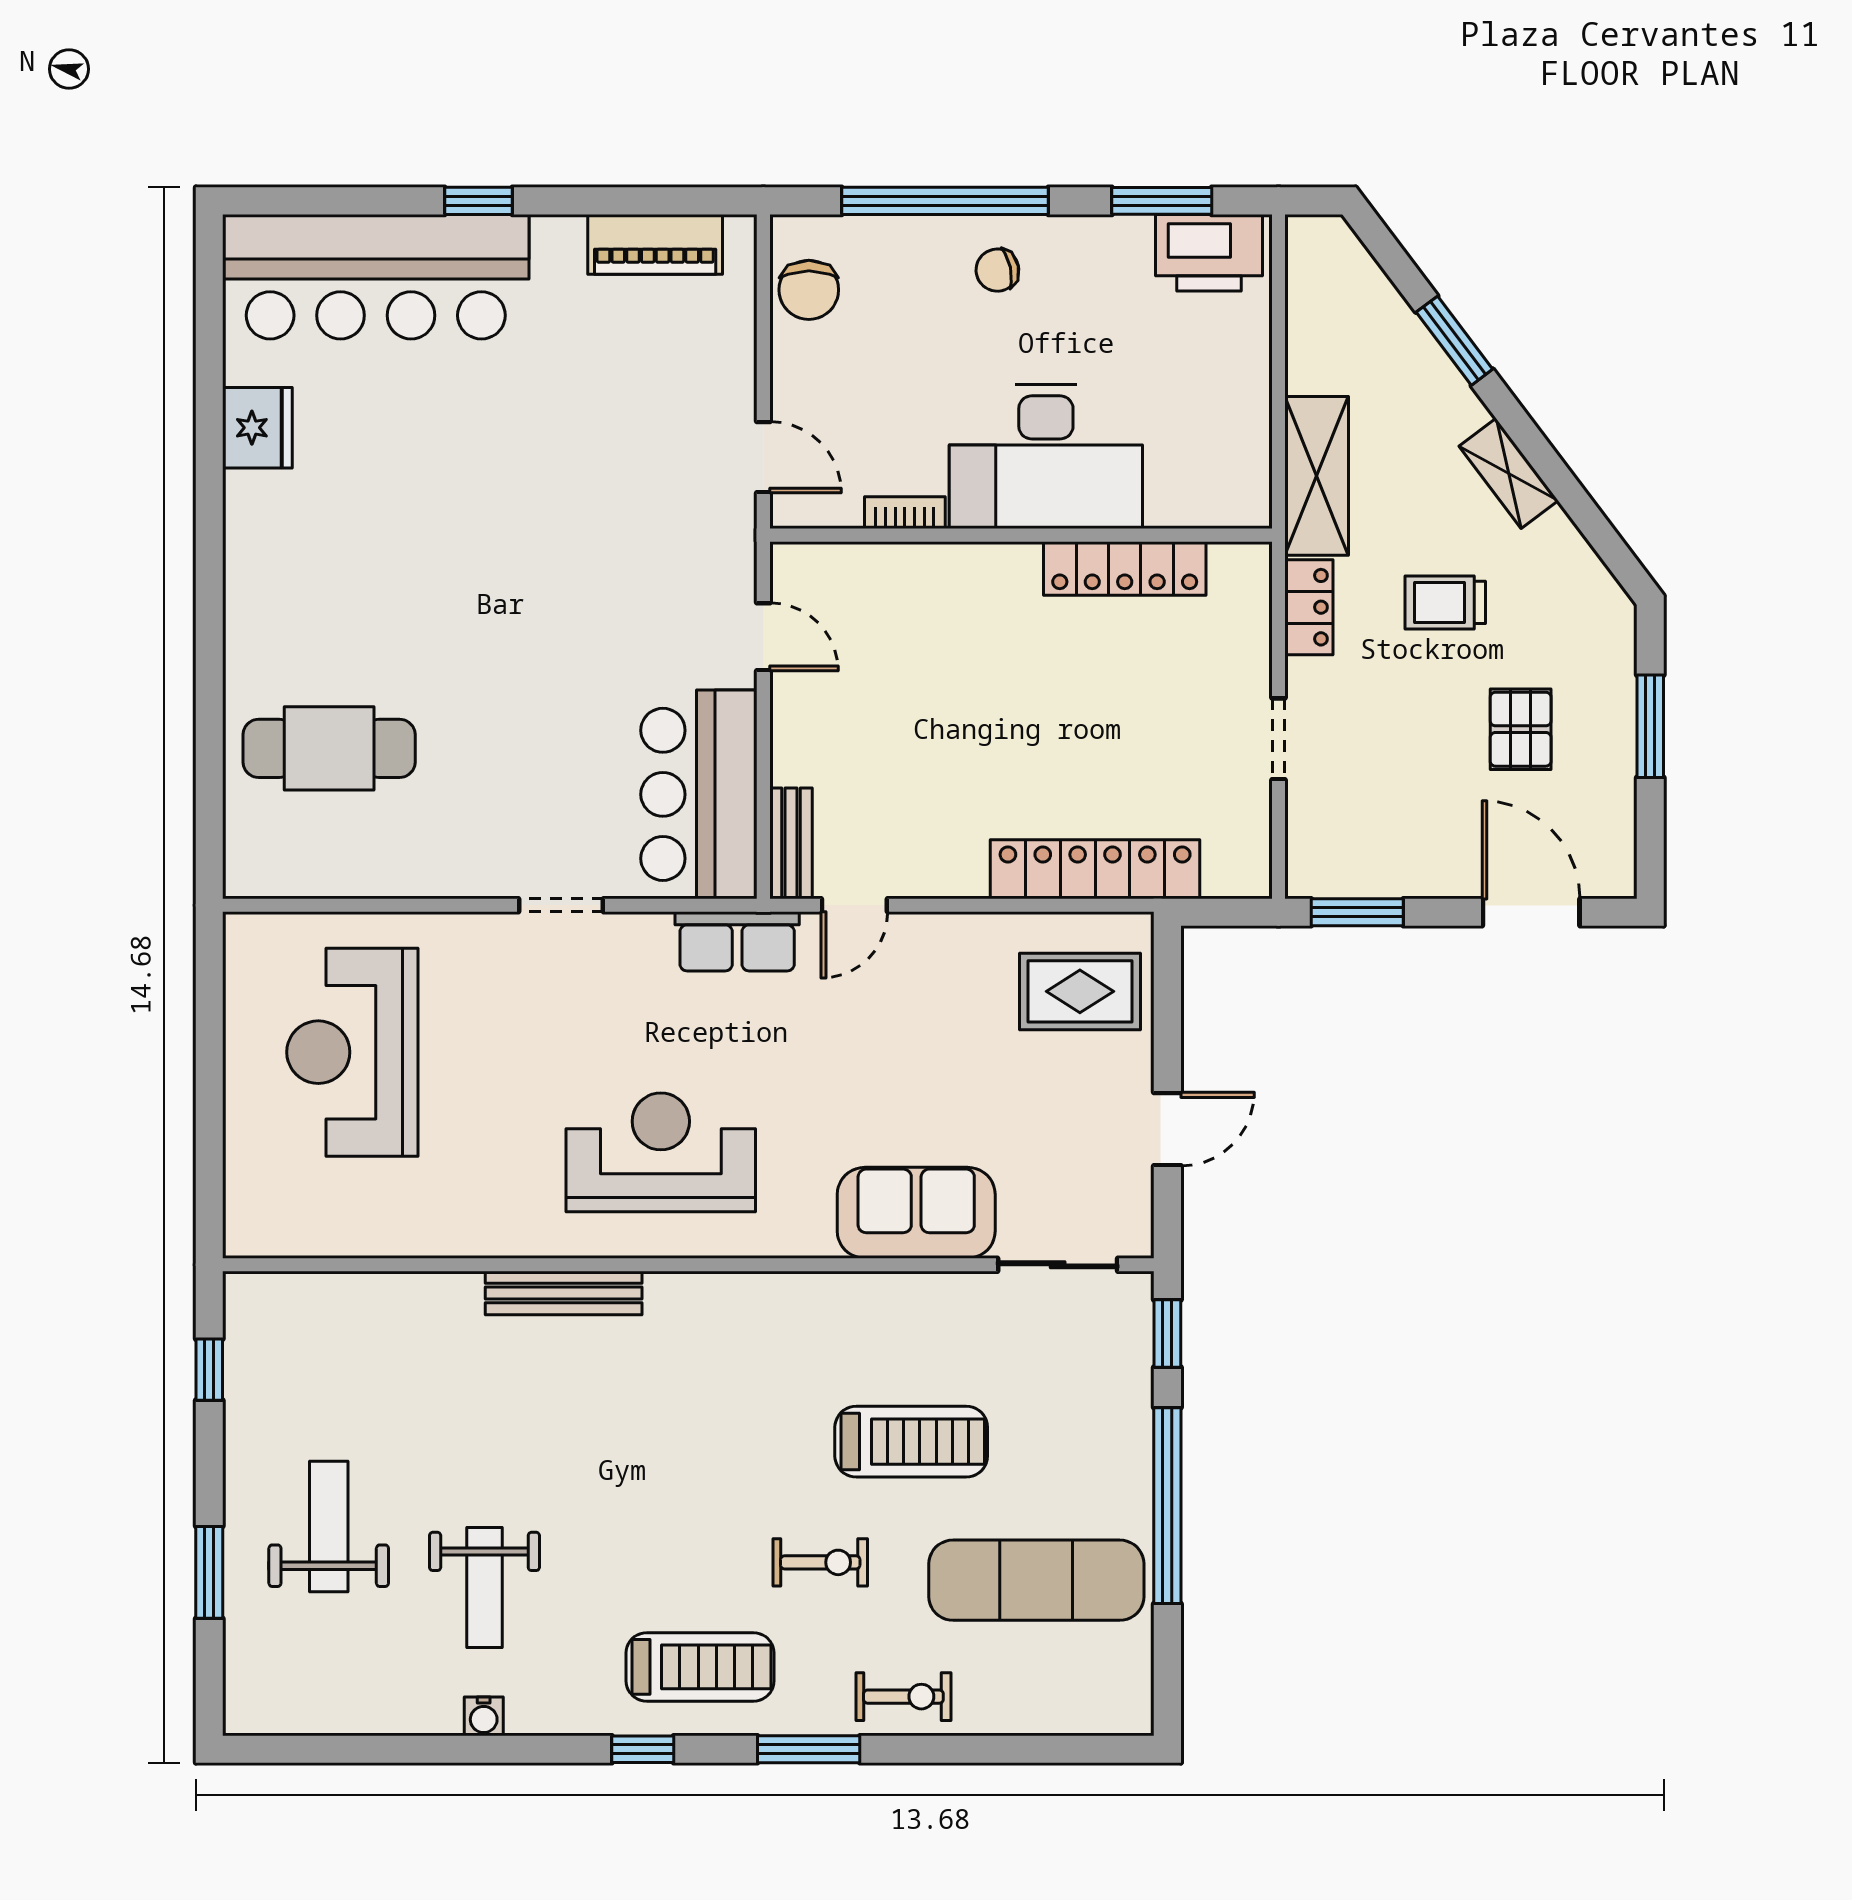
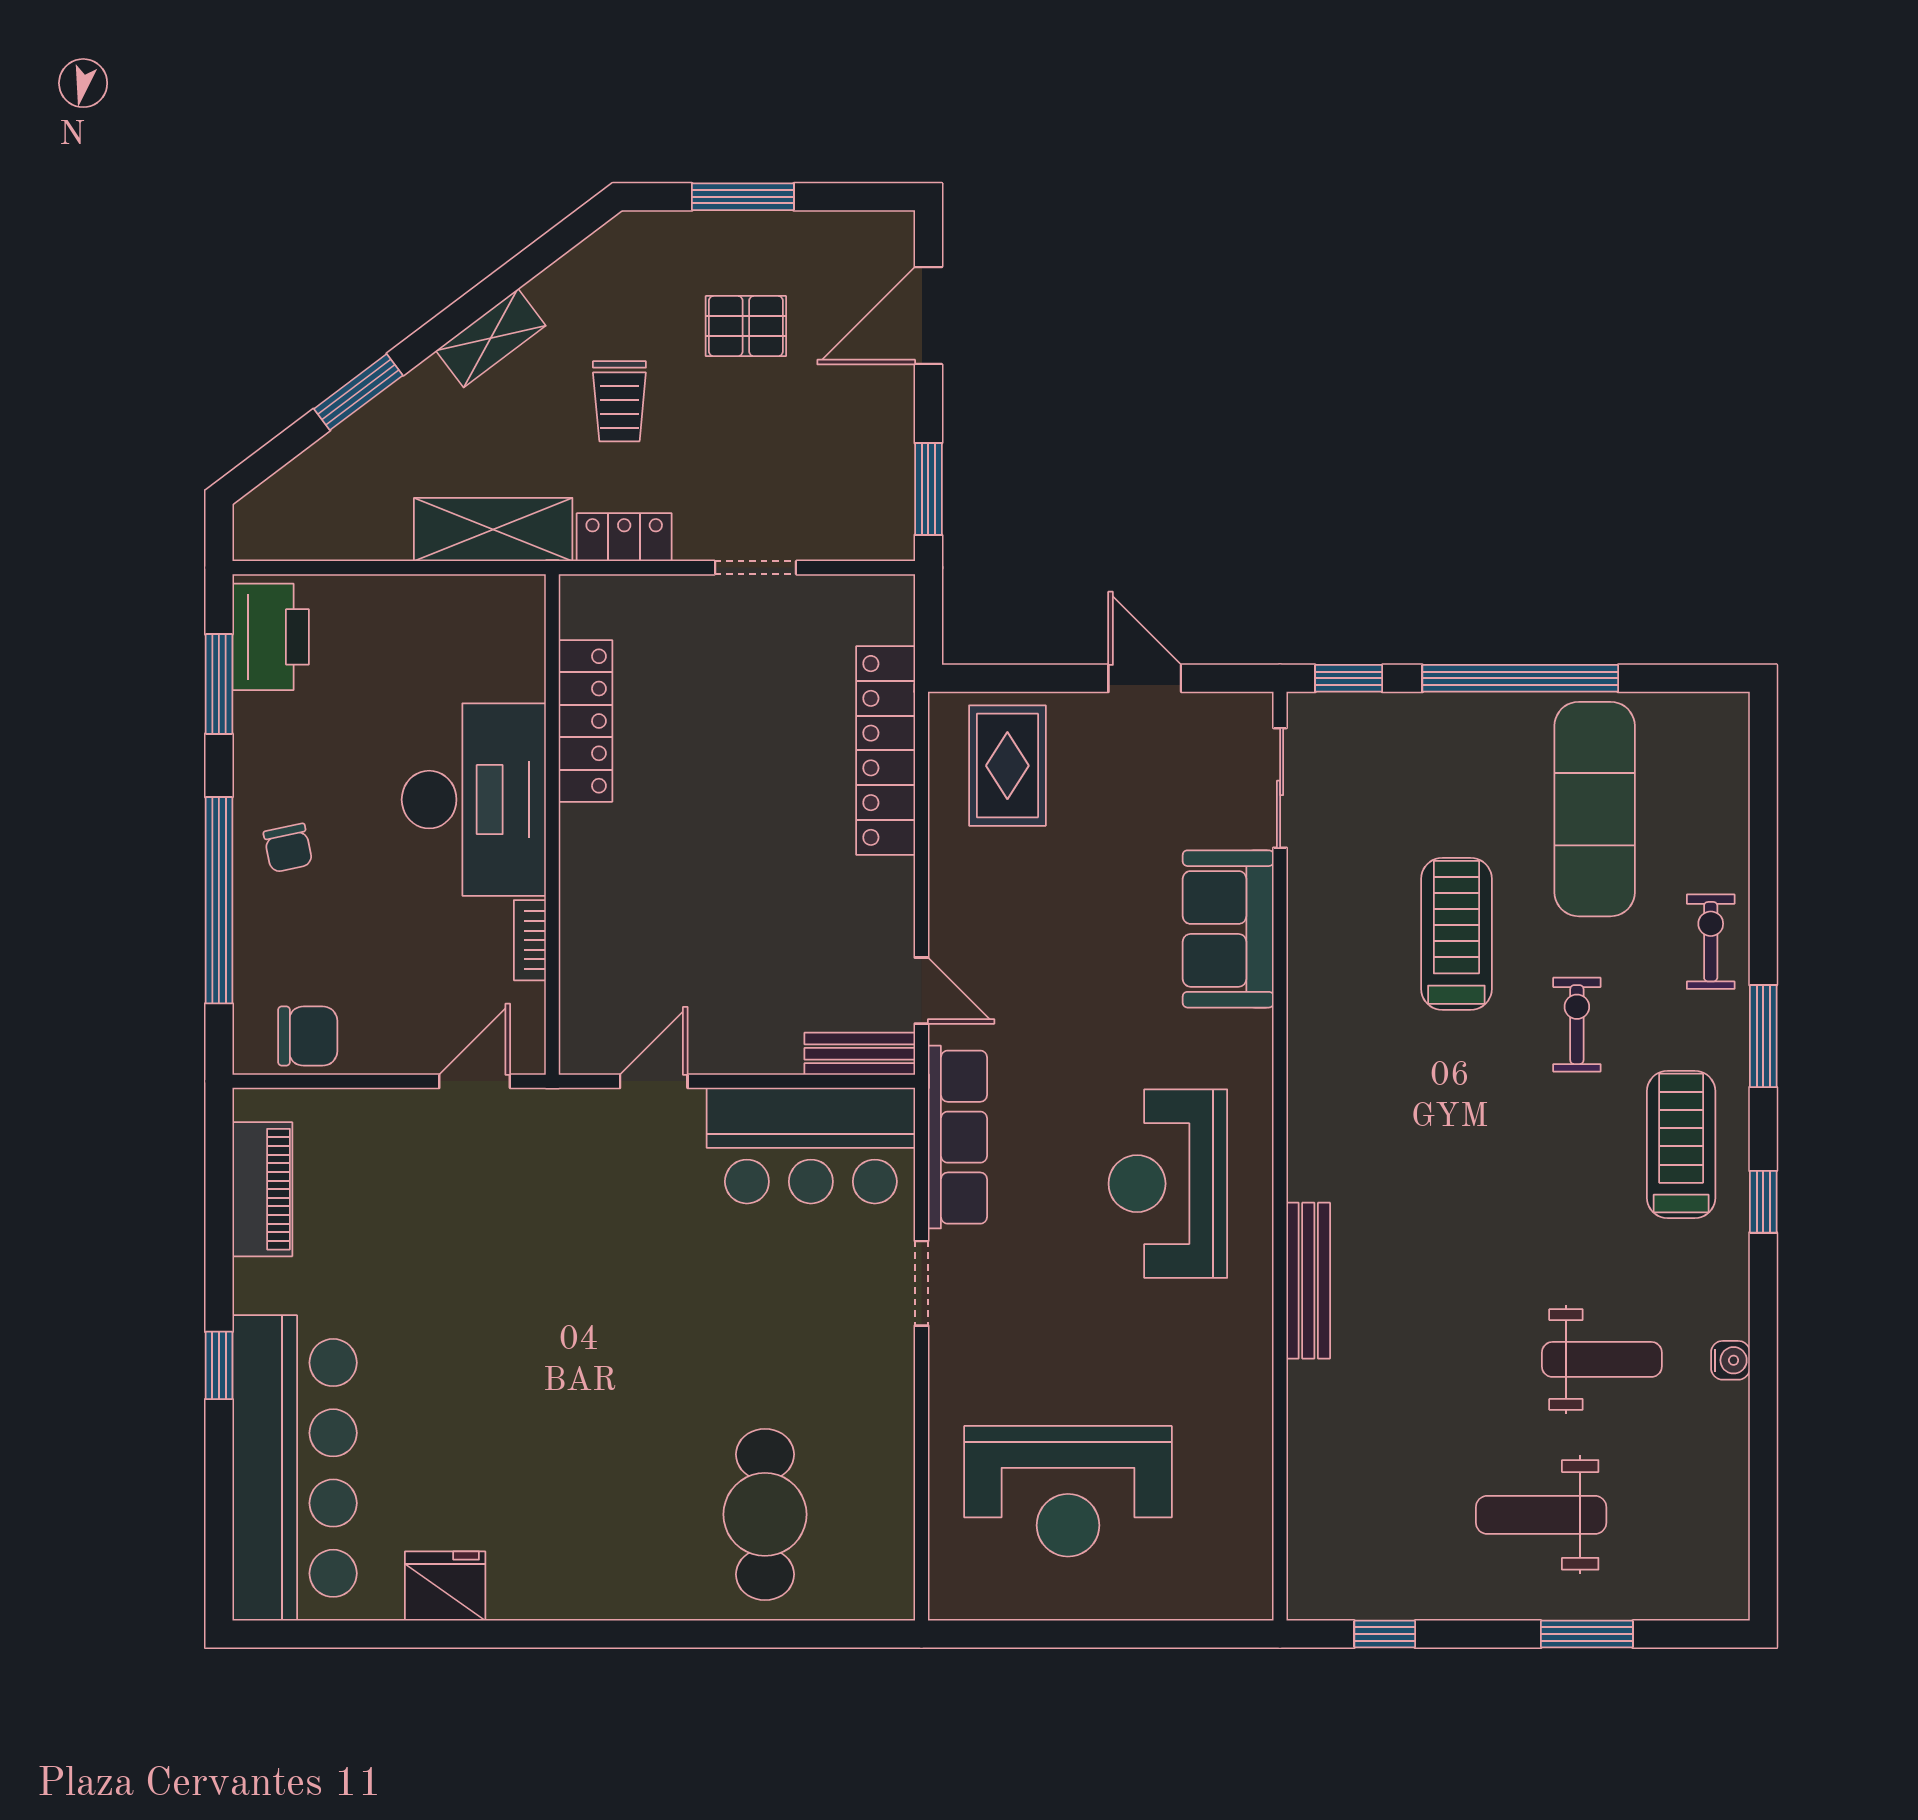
row of seats: (737, 941) -> (958, 1137), width x1.48

